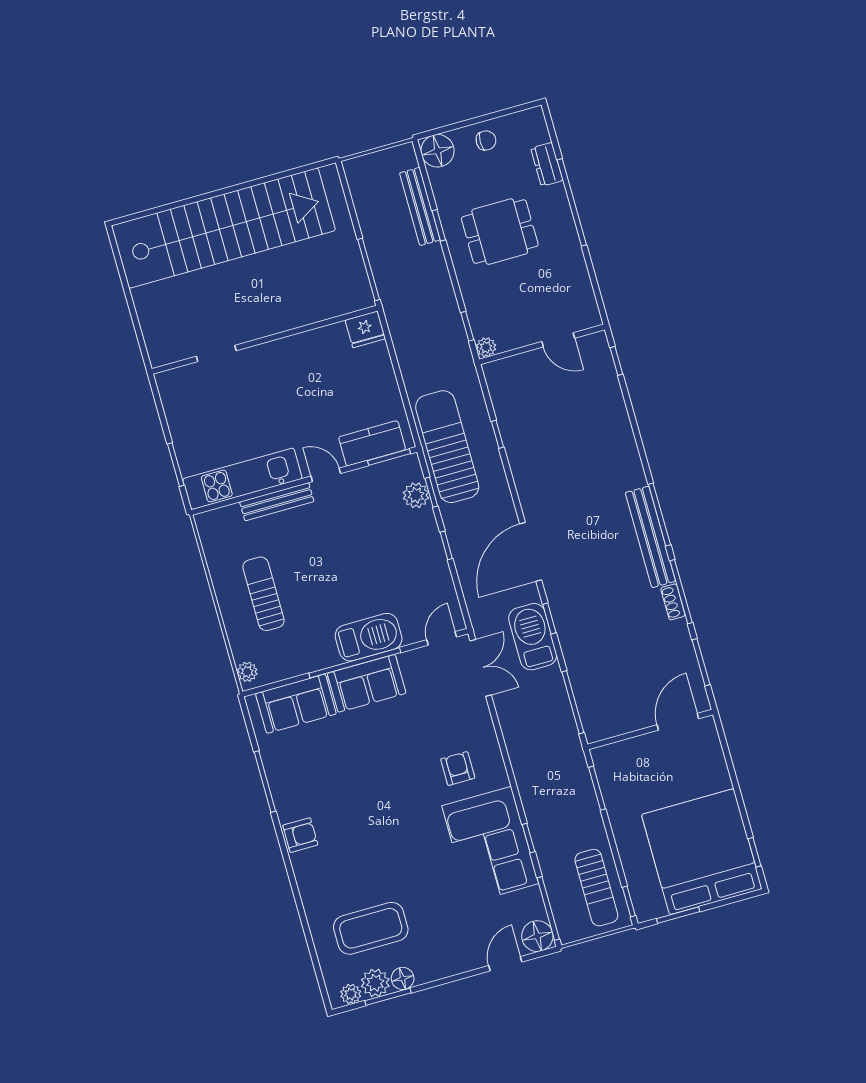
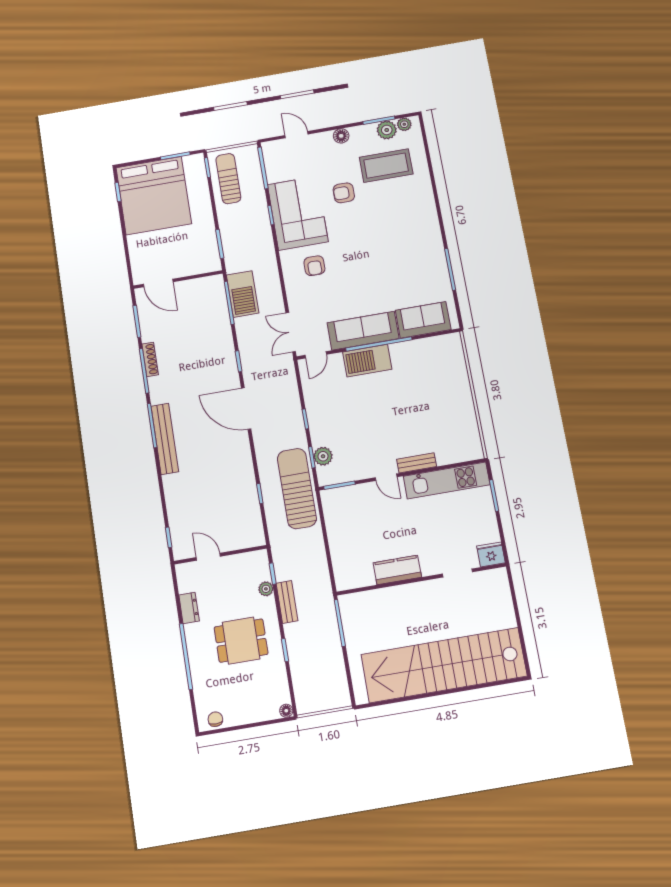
chair: (486, 140) -> (215, 719), moved, turned 90
floor lamp: (438, 151) -> (286, 711), width x0.53, depth x0.53
dresser: (547, 164) -> (189, 608), moved
bench: (420, 206) -> (287, 602), moved, width x0.73
fridge: (365, 329) -> (491, 554), moved
plant: (486, 347) -> (266, 589), moved
kitchen counter: (372, 443) -> (397, 570), moved, turned 180
sun lounger: (447, 447) -> (297, 488), turned 180
bench: (277, 502) -> (417, 463), width x0.73
bench: (650, 537) -> (165, 439), moved
door: (531, 552) -> (246, 409), swing flipped
sun lounger: (263, 594) -> (439, 398), removed
shoe rack: (673, 602) -> (150, 359), width x1.43
barbecue: (533, 637) -> (243, 294), moved
plant: (247, 672) -> (456, 345), removed
sofa: (367, 683) -> (363, 331), width x1.36
door: (678, 722) -> (158, 283), hinge flipped
armchair: (300, 835) -> (344, 193), moved
floor lamp: (537, 936) -> (273, 151), removed
door: (505, 964) -> (297, 135), swing flipped
floor lamp: (403, 978) -> (341, 136), moved

